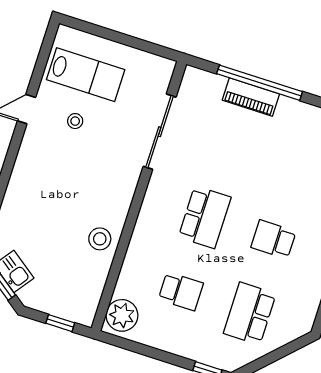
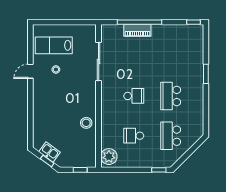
lab bench: (86, 75) -> (54, 45), turned 180
school desk: (205, 217) -> (134, 96), width x0.54
school desk: (274, 239) -> (171, 96), width x1.85
school desk: (181, 291) -> (134, 136), turned 180

